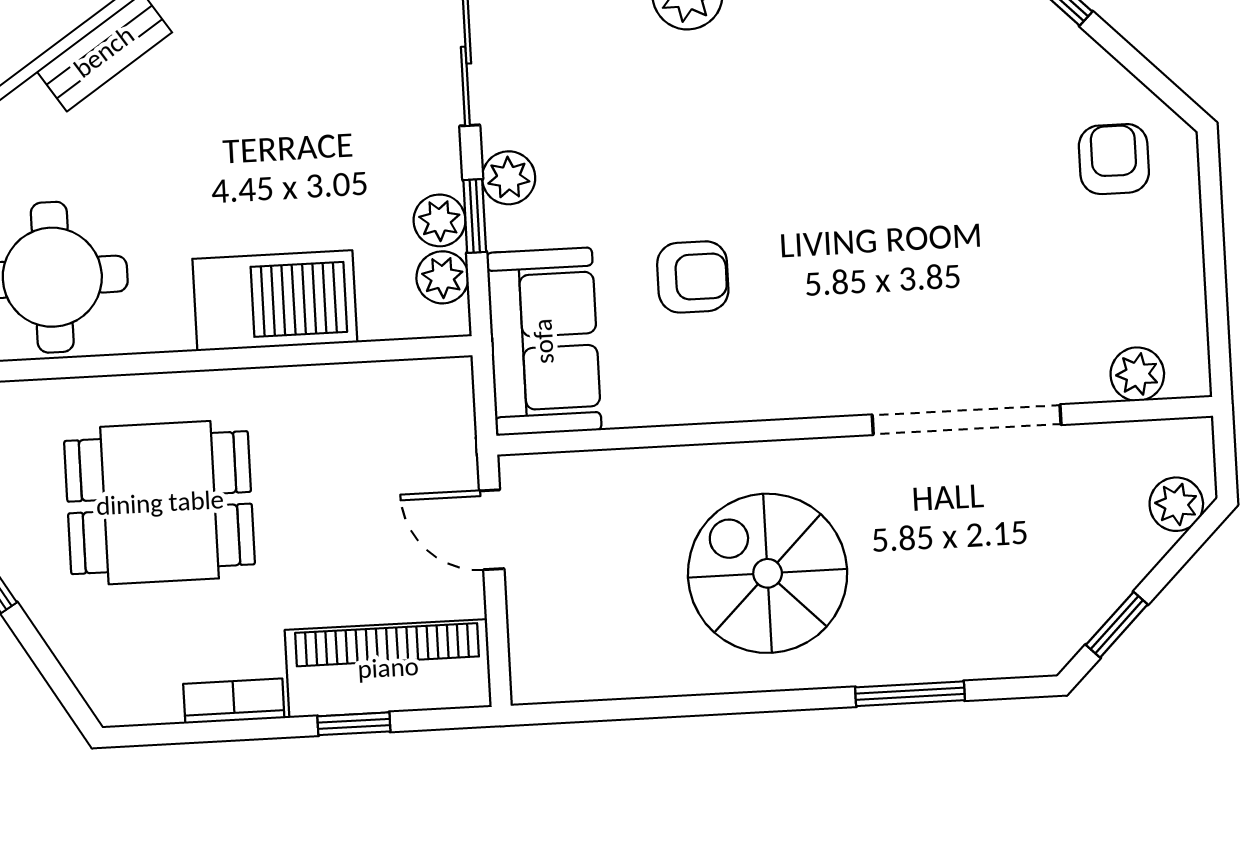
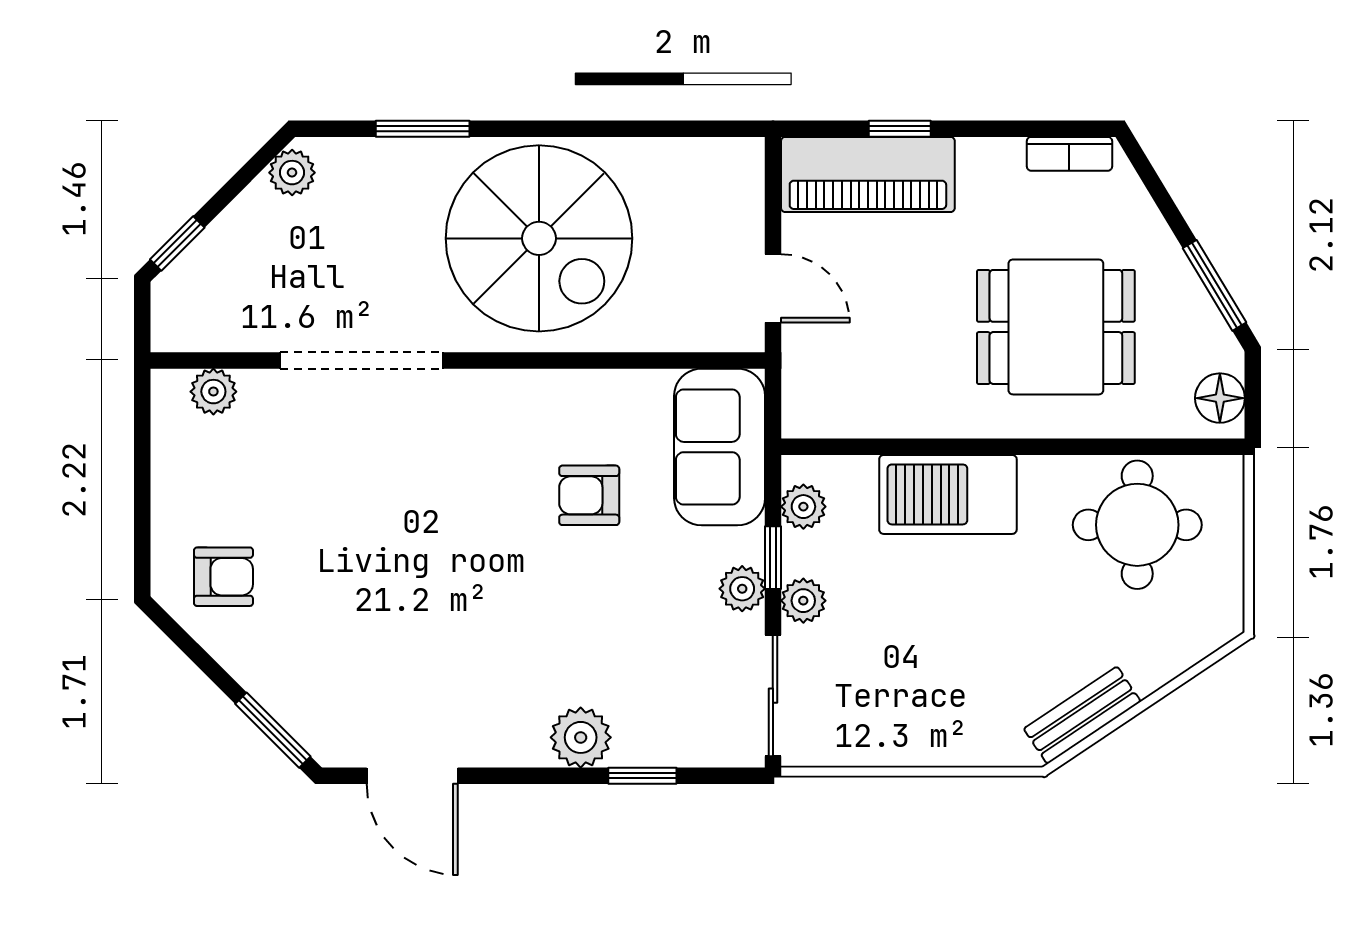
armchair: (1114, 159) -> (223, 577), turned -90
plant: (440, 220) -> (803, 601), moved
plant: (1176, 504) -> (292, 173), moved
spiral stairs: (768, 573) -> (539, 238), width x1.37, depth x1.37
window: (1117, 625) -> (177, 244), moved
bookcase: (234, 701) -> (1069, 154), moved

